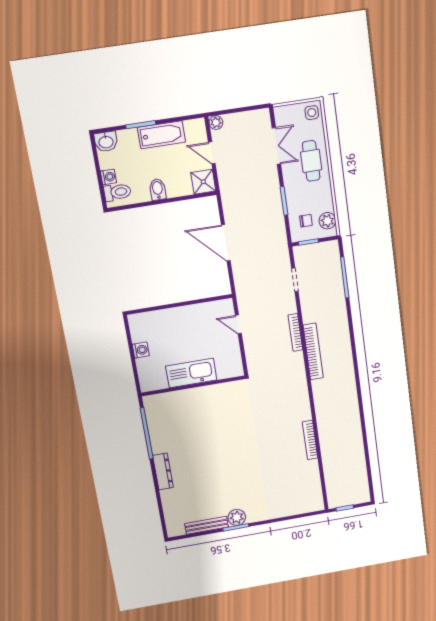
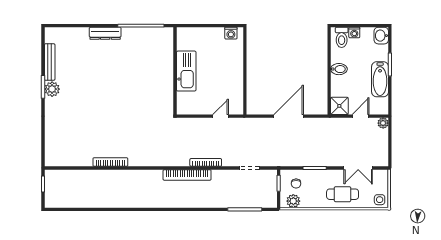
washing machine: (141, 350) -> (231, 33), moved

